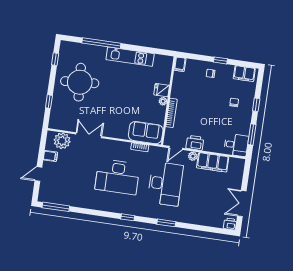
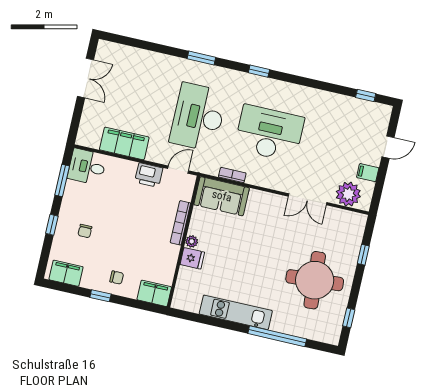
filing cabinet: (180, 64) -> (154, 293), width x2.00
plant: (193, 156) -> (153, 155), removed
window: (56, 207) -> (366, 96), width x0.46
printer: (230, 224) -> (106, 49), removed

